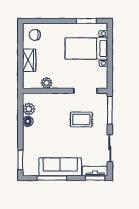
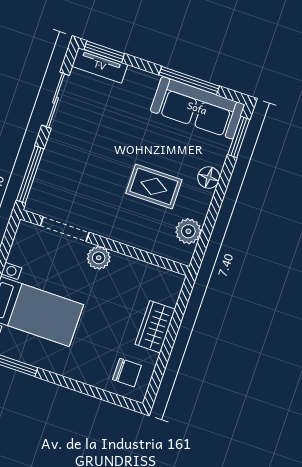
plant: (47, 83) -> (99, 258), moved
rug: (81, 120) -> (154, 186), moved
floor lamp: (28, 121) -> (209, 178), moved
sofa: (60, 167) -> (197, 108), moved

